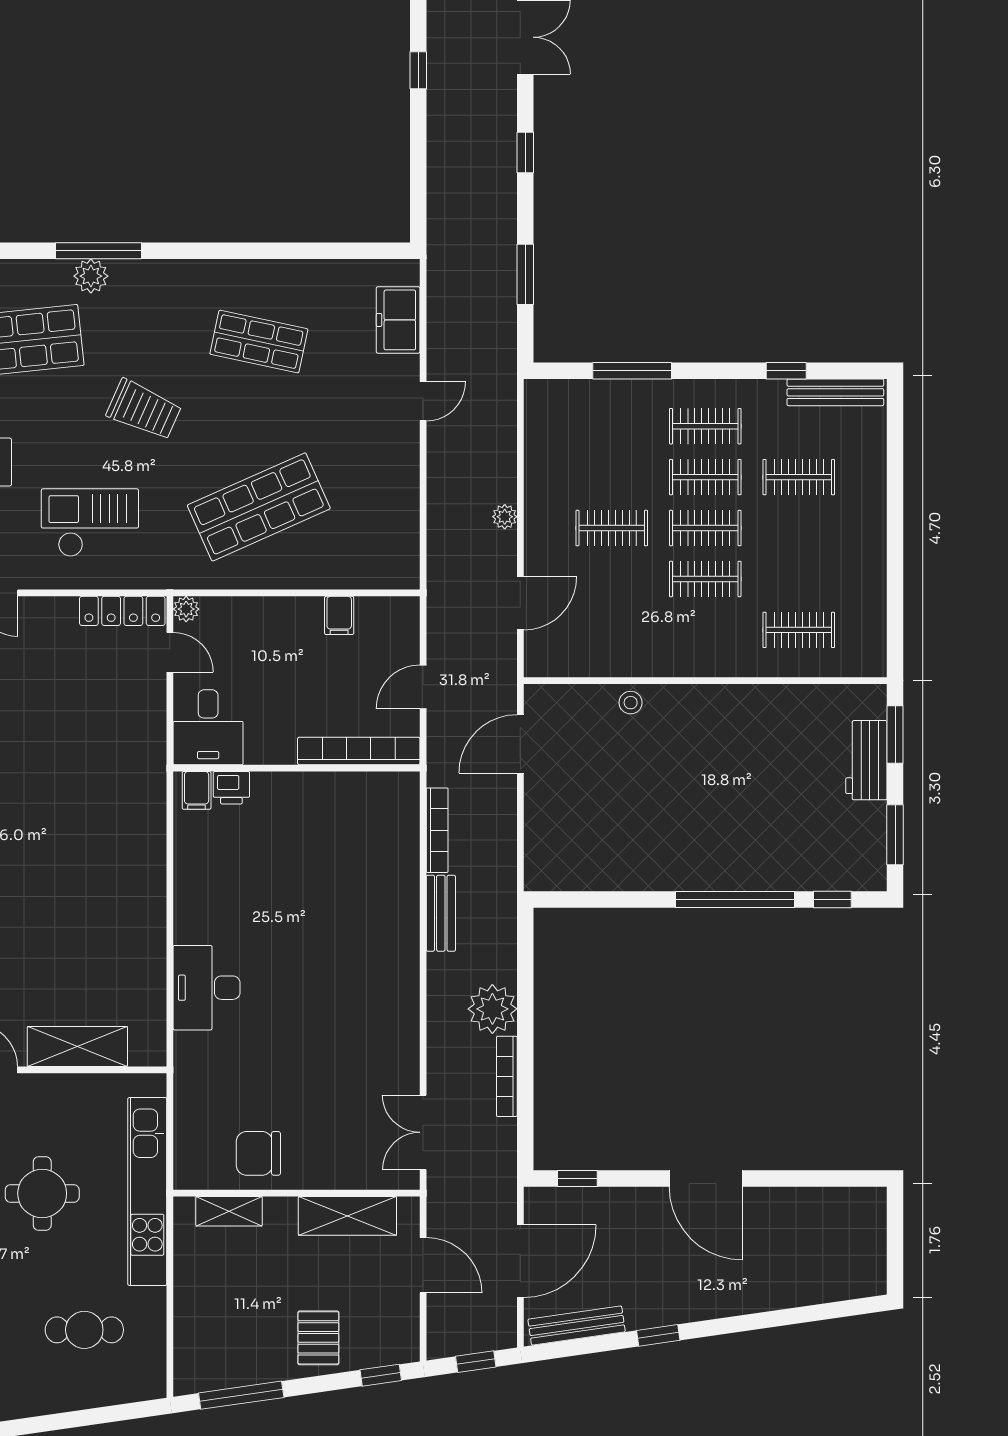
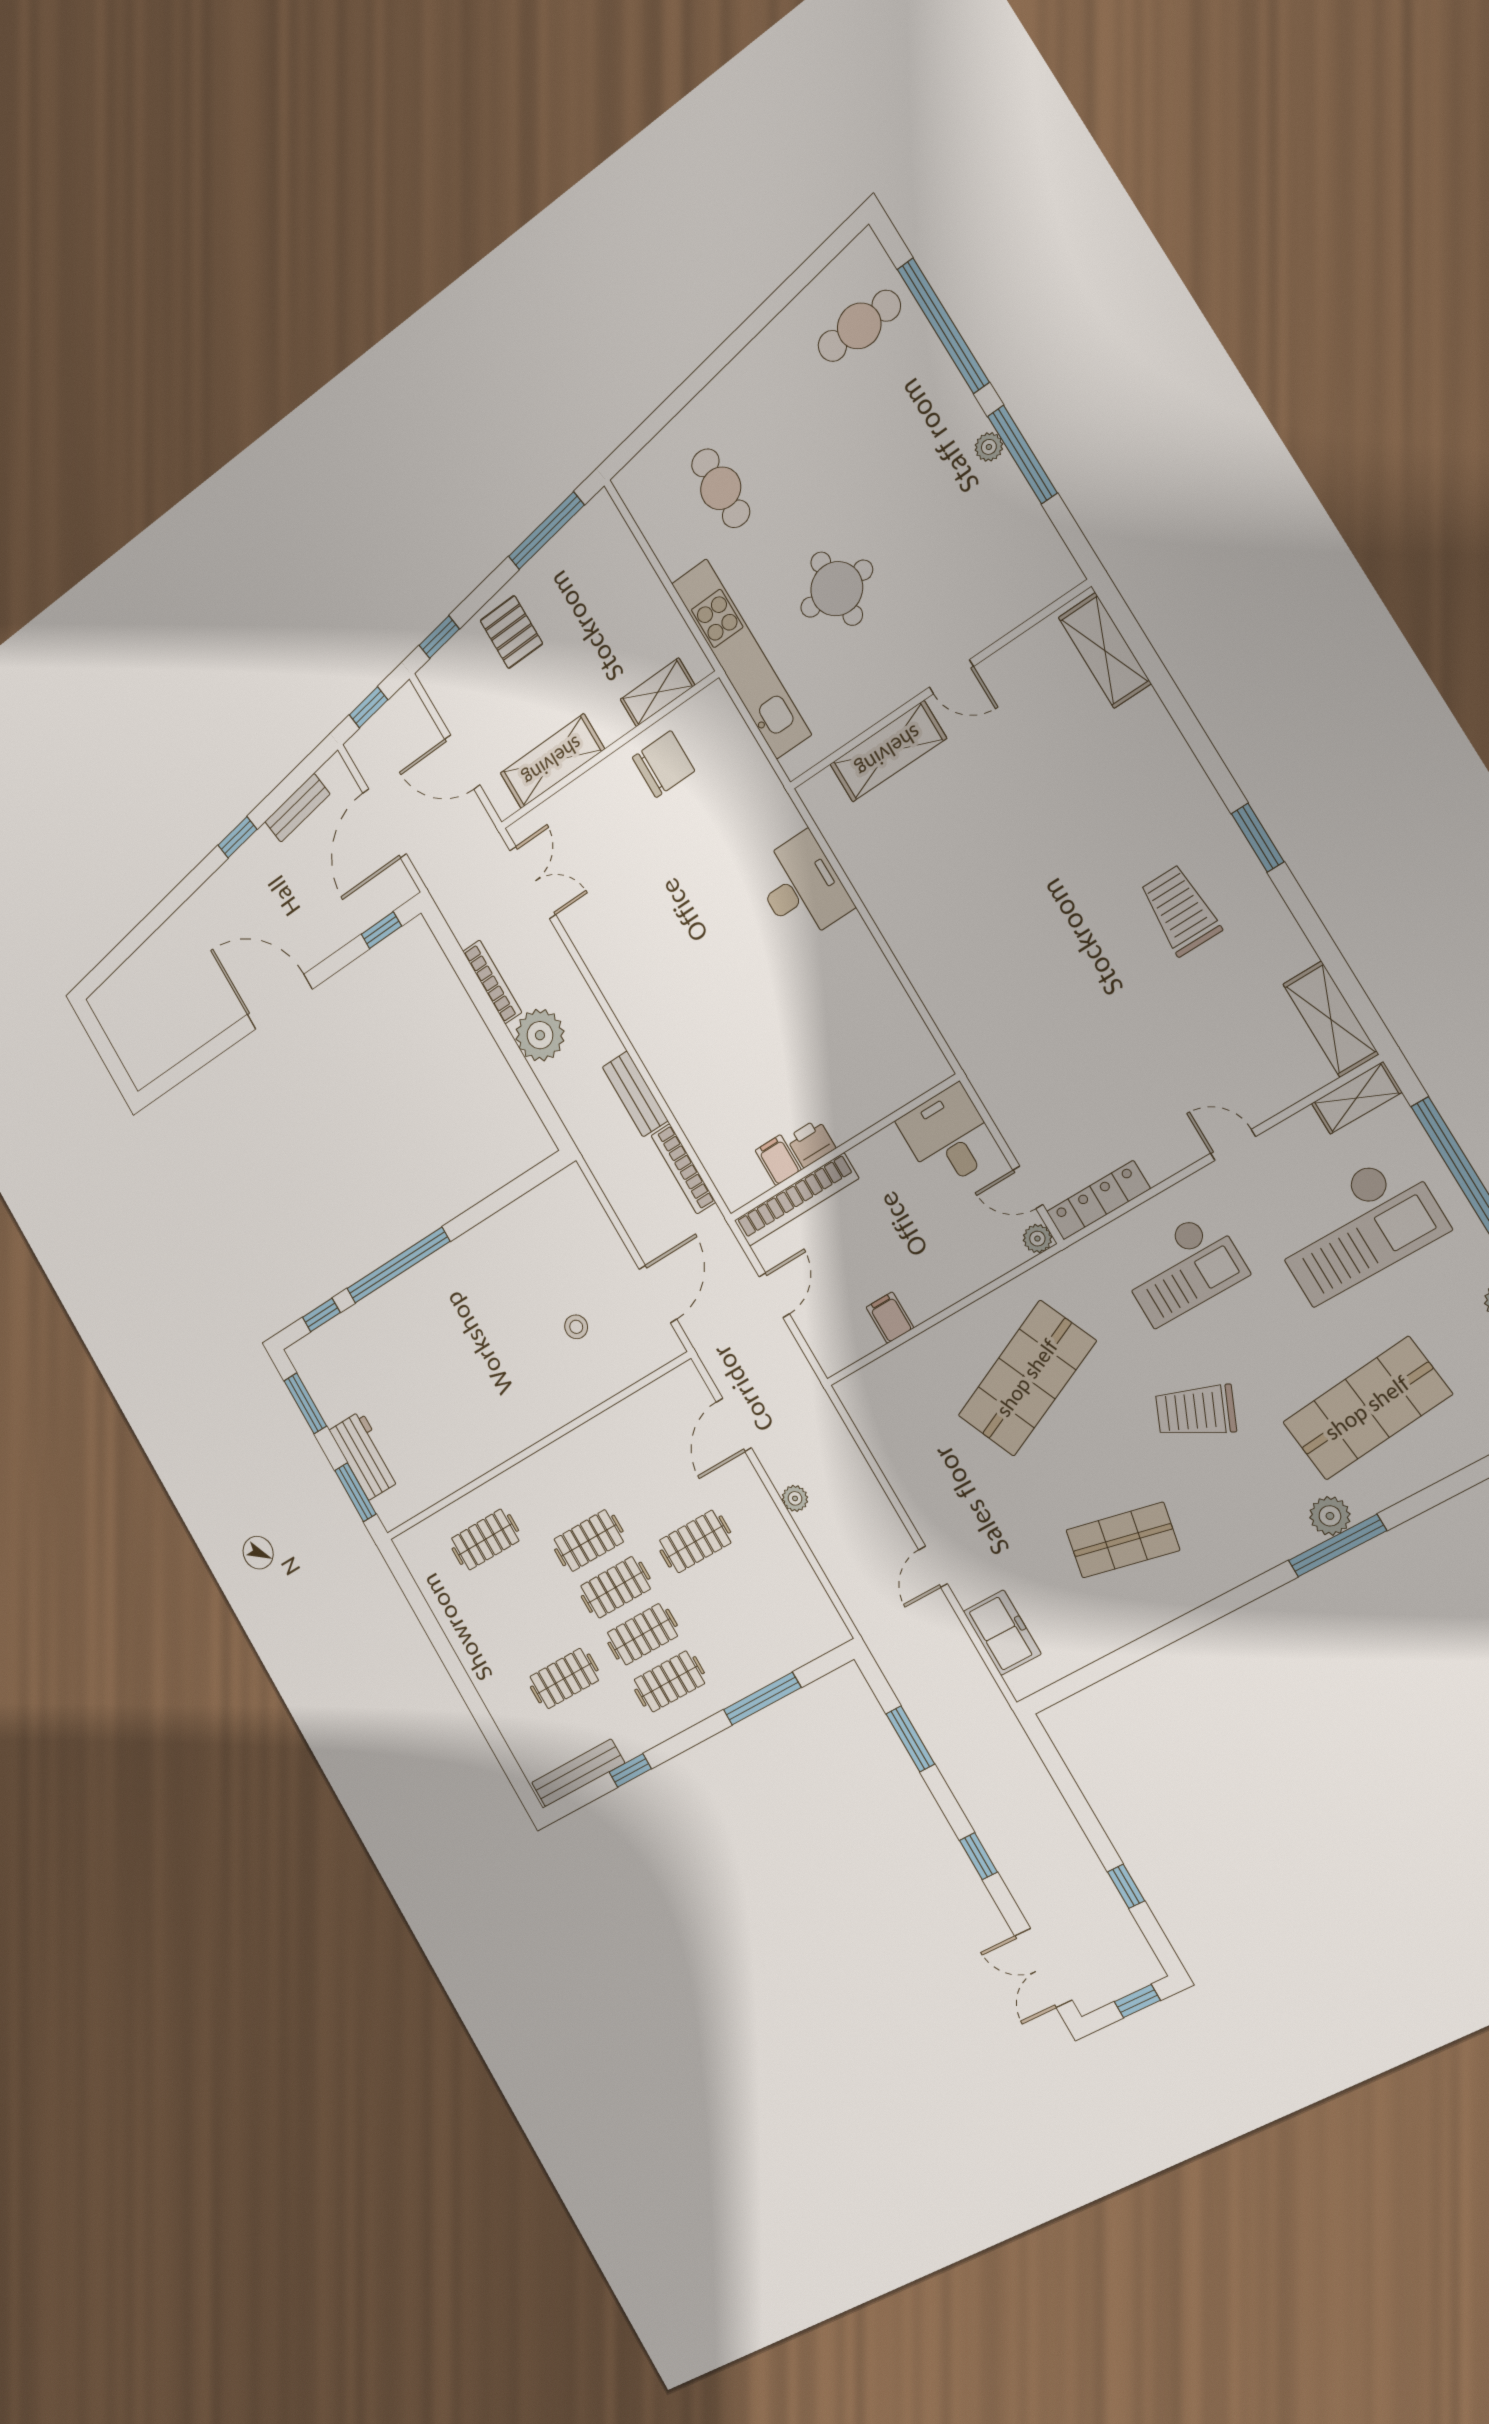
stool: (631, 703) -> (576, 1327), moved
printer: (231, 788) -> (811, 1143), moved
filing cabinet: (197, 790) -> (778, 1160), moved
bench: (577, 1326) -> (297, 808), width x0.73
cafe table: (84, 1330) -> (721, 488), turned 90

